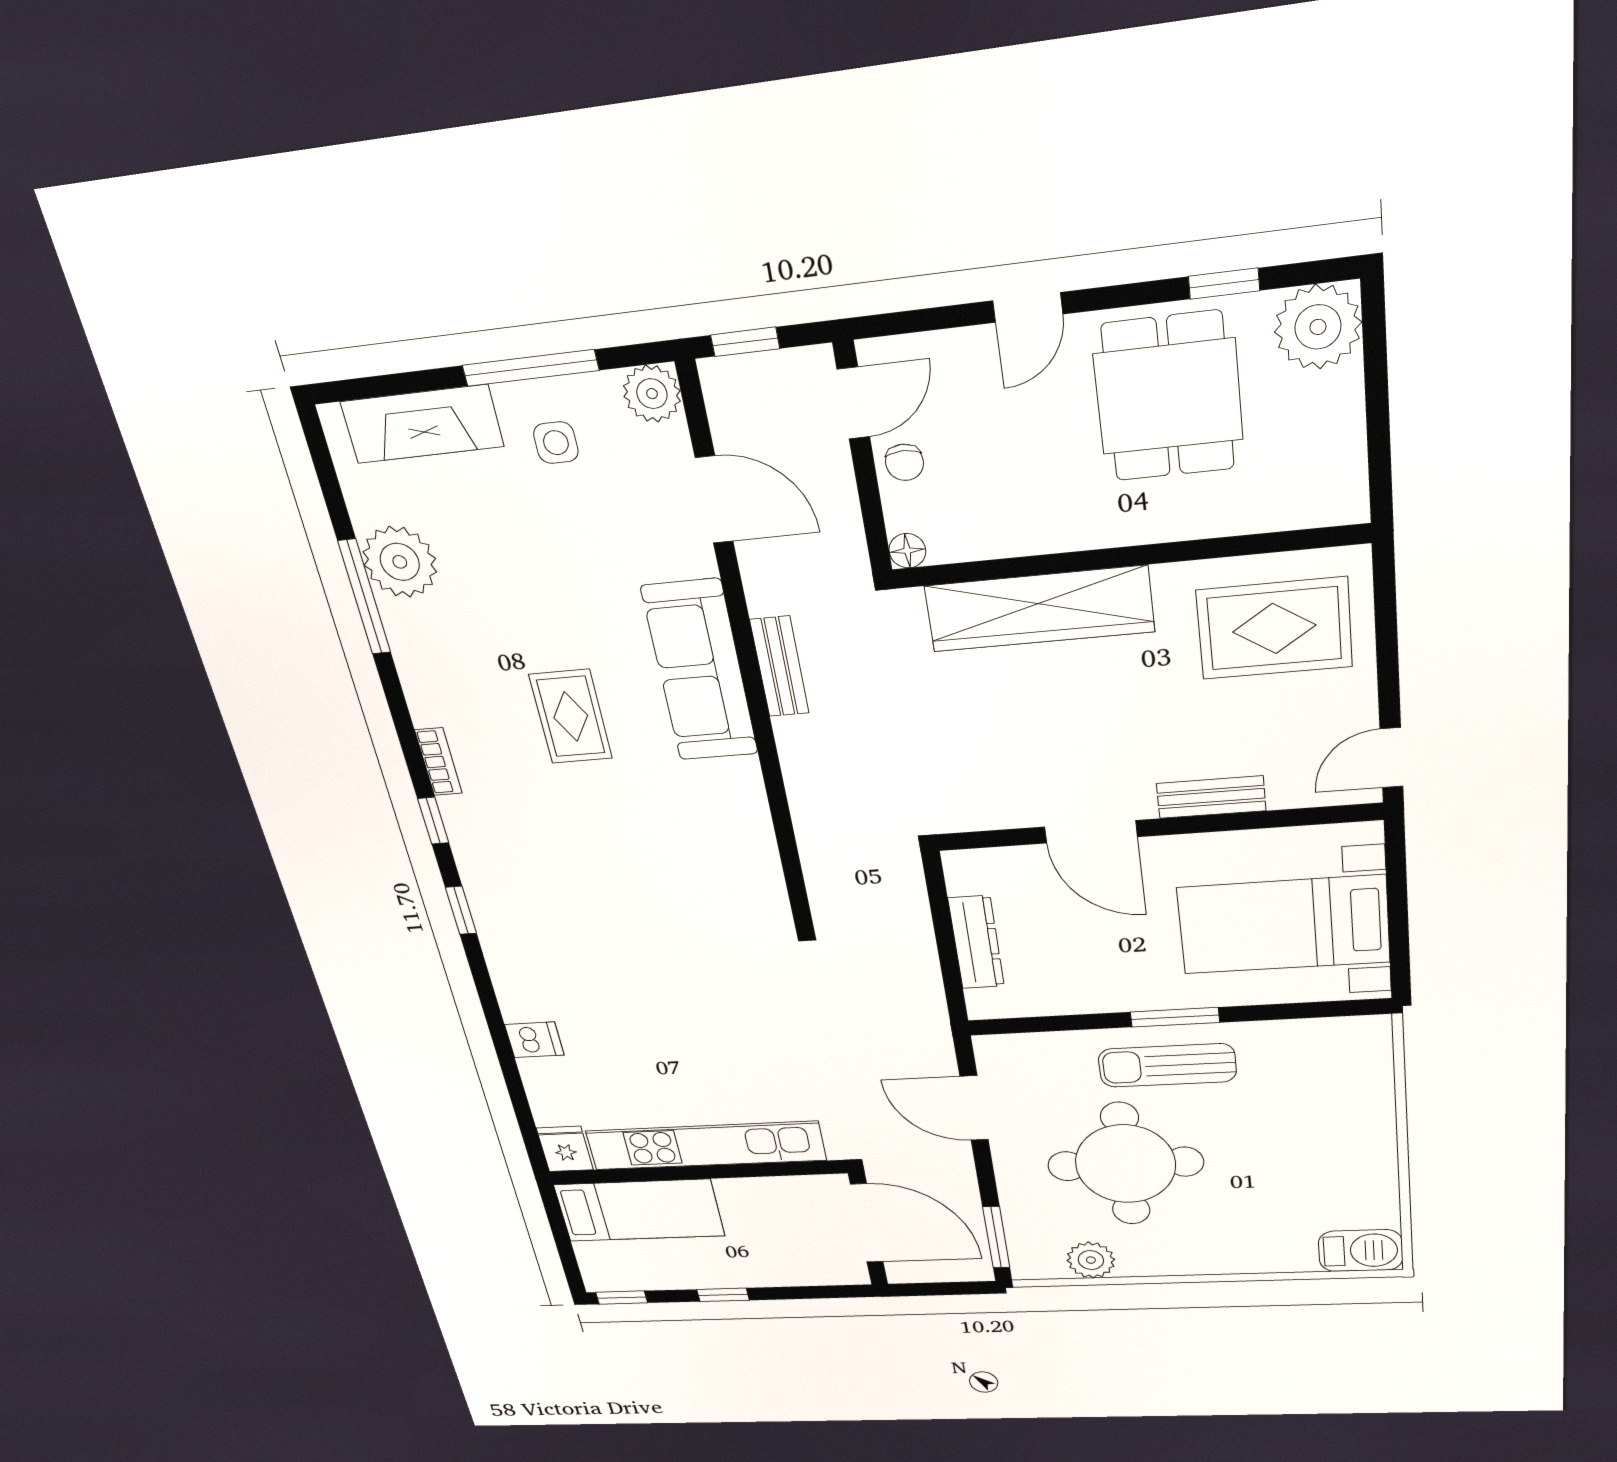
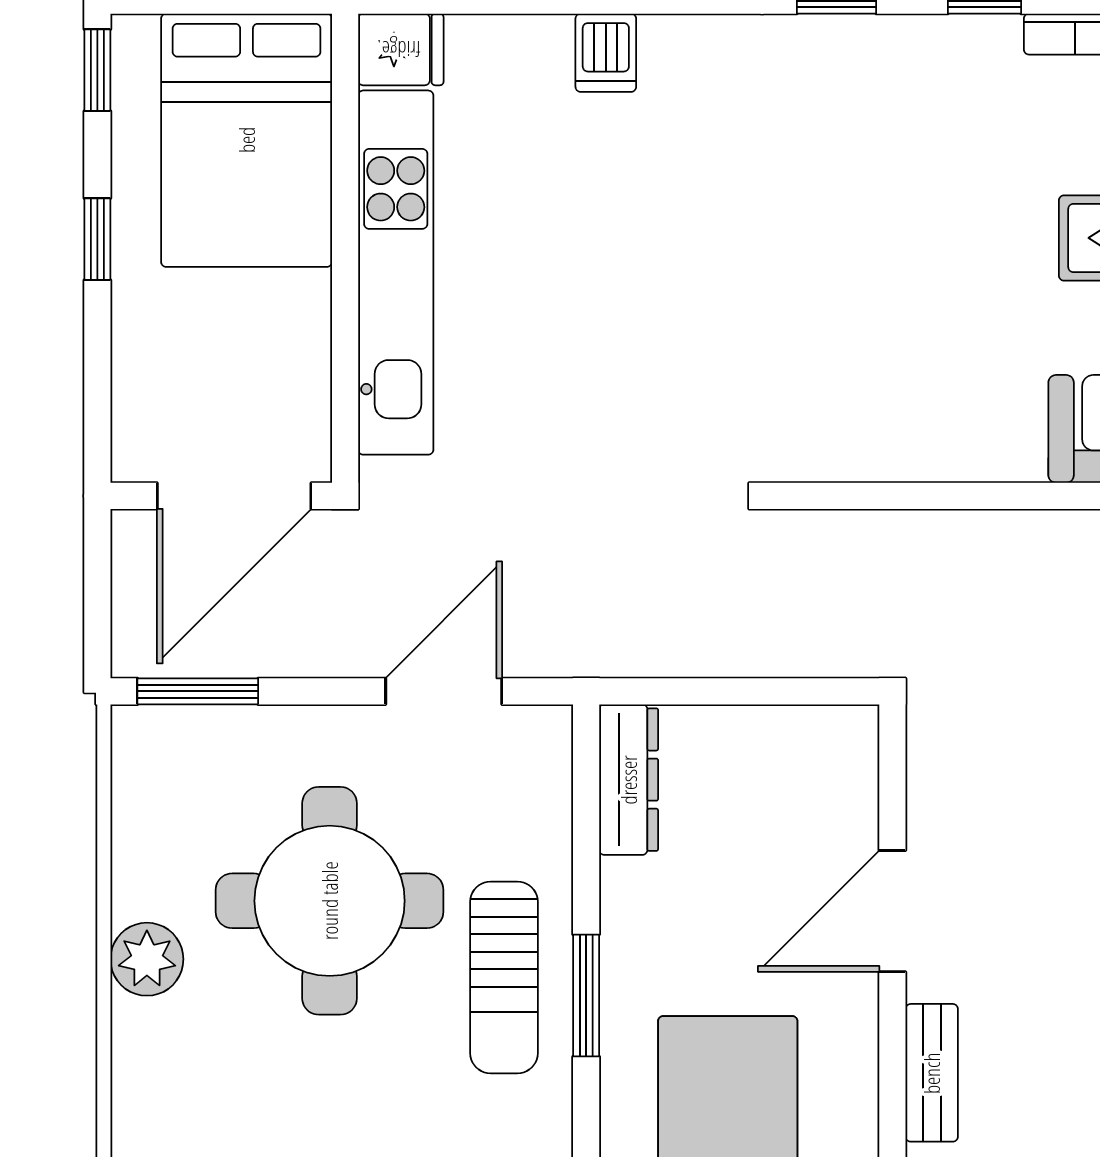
dresser: (976, 942) -> (629, 780), moved, turned -90
sun lounger: (1167, 1065) -> (504, 977), turned 180
bed: (639, 1210) -> (247, 140), width x1.50
plant: (1091, 1260) -> (147, 959), moved

